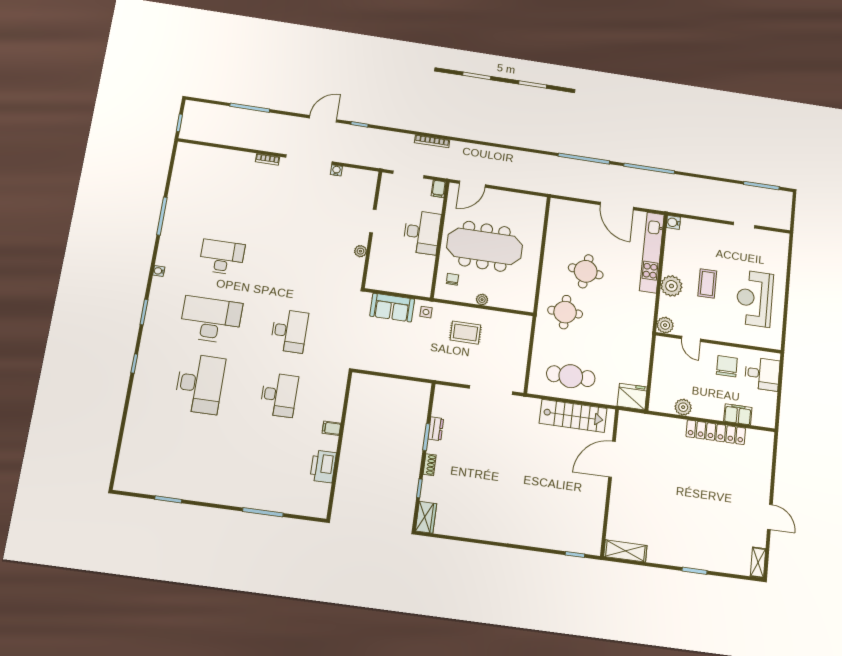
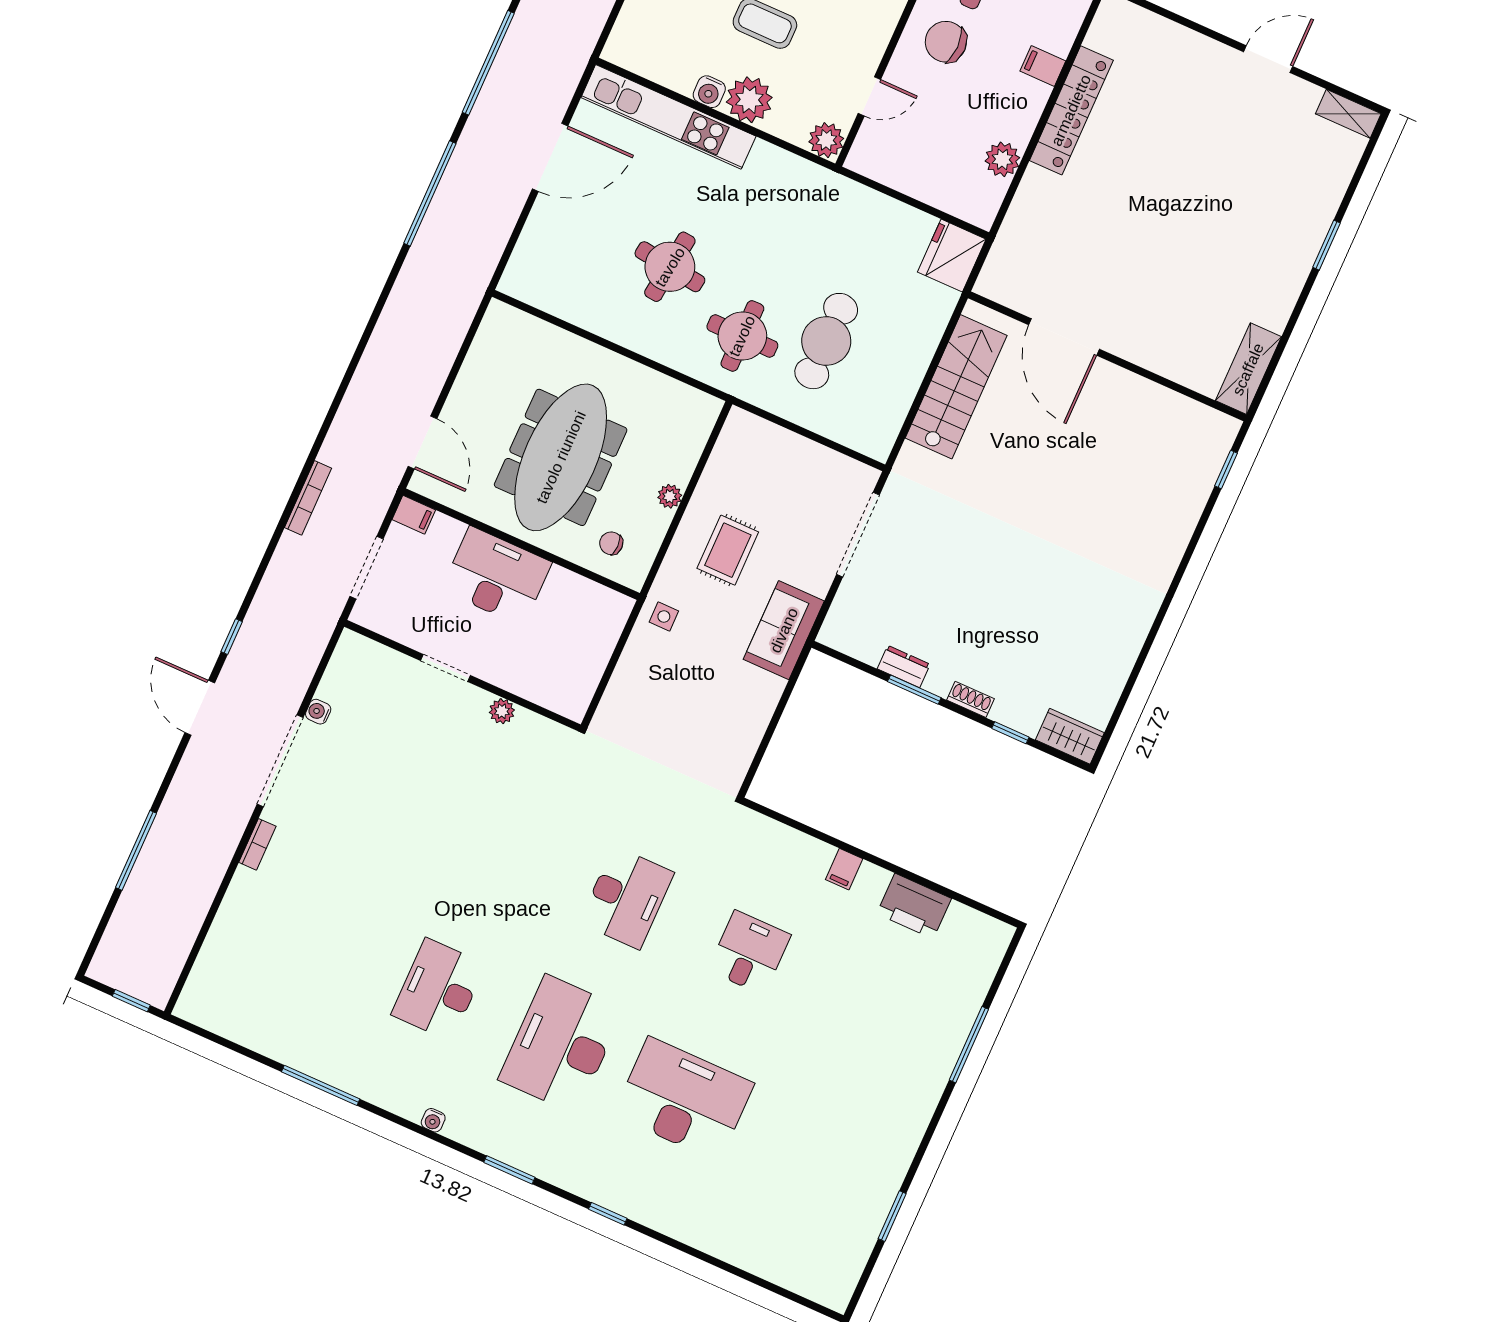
water cooler: (673, 222) -> (709, 92), moved
sofa: (392, 308) -> (784, 630), moved, turned 180
desk: (289, 331) -> (627, 898), turned 90
cafe table: (571, 376) -> (826, 341), moved
desk: (279, 395) -> (749, 953), width x0.73
filing cabinet: (738, 414) -> (1043, 66), width x0.50

